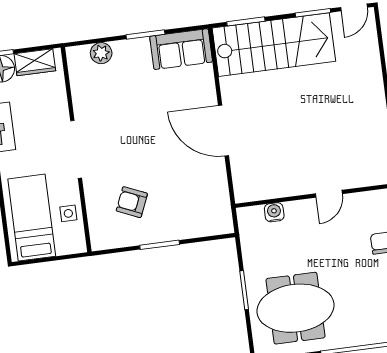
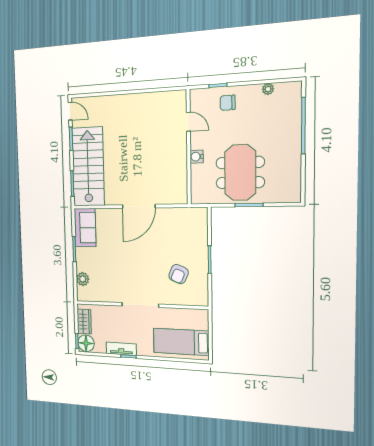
door: (329, 194) -> (188, 122), moved
water cooler: (274, 212) -> (197, 157), moved
side table: (68, 213) -> (181, 317), removed
meeting table: (295, 308) -> (240, 173), moved

